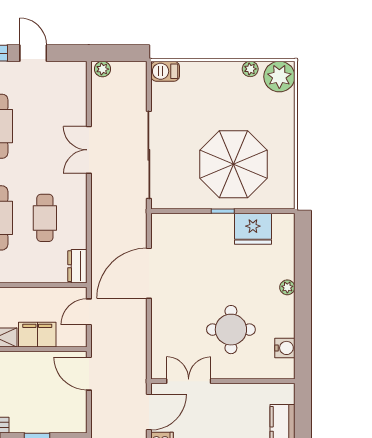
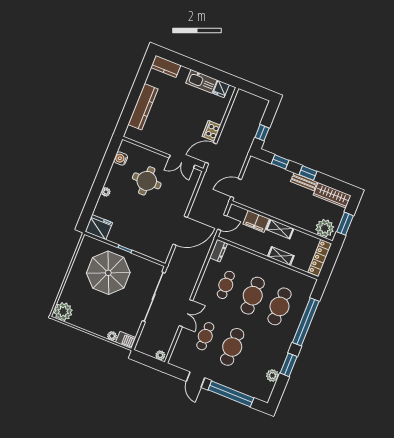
plant: (250, 69) -> (112, 336), moved
cafe table: (45, 126) -> (205, 336), added
fridge: (253, 229) -> (99, 227), moved
door: (89, 374) -> (236, 188), swing flipped

